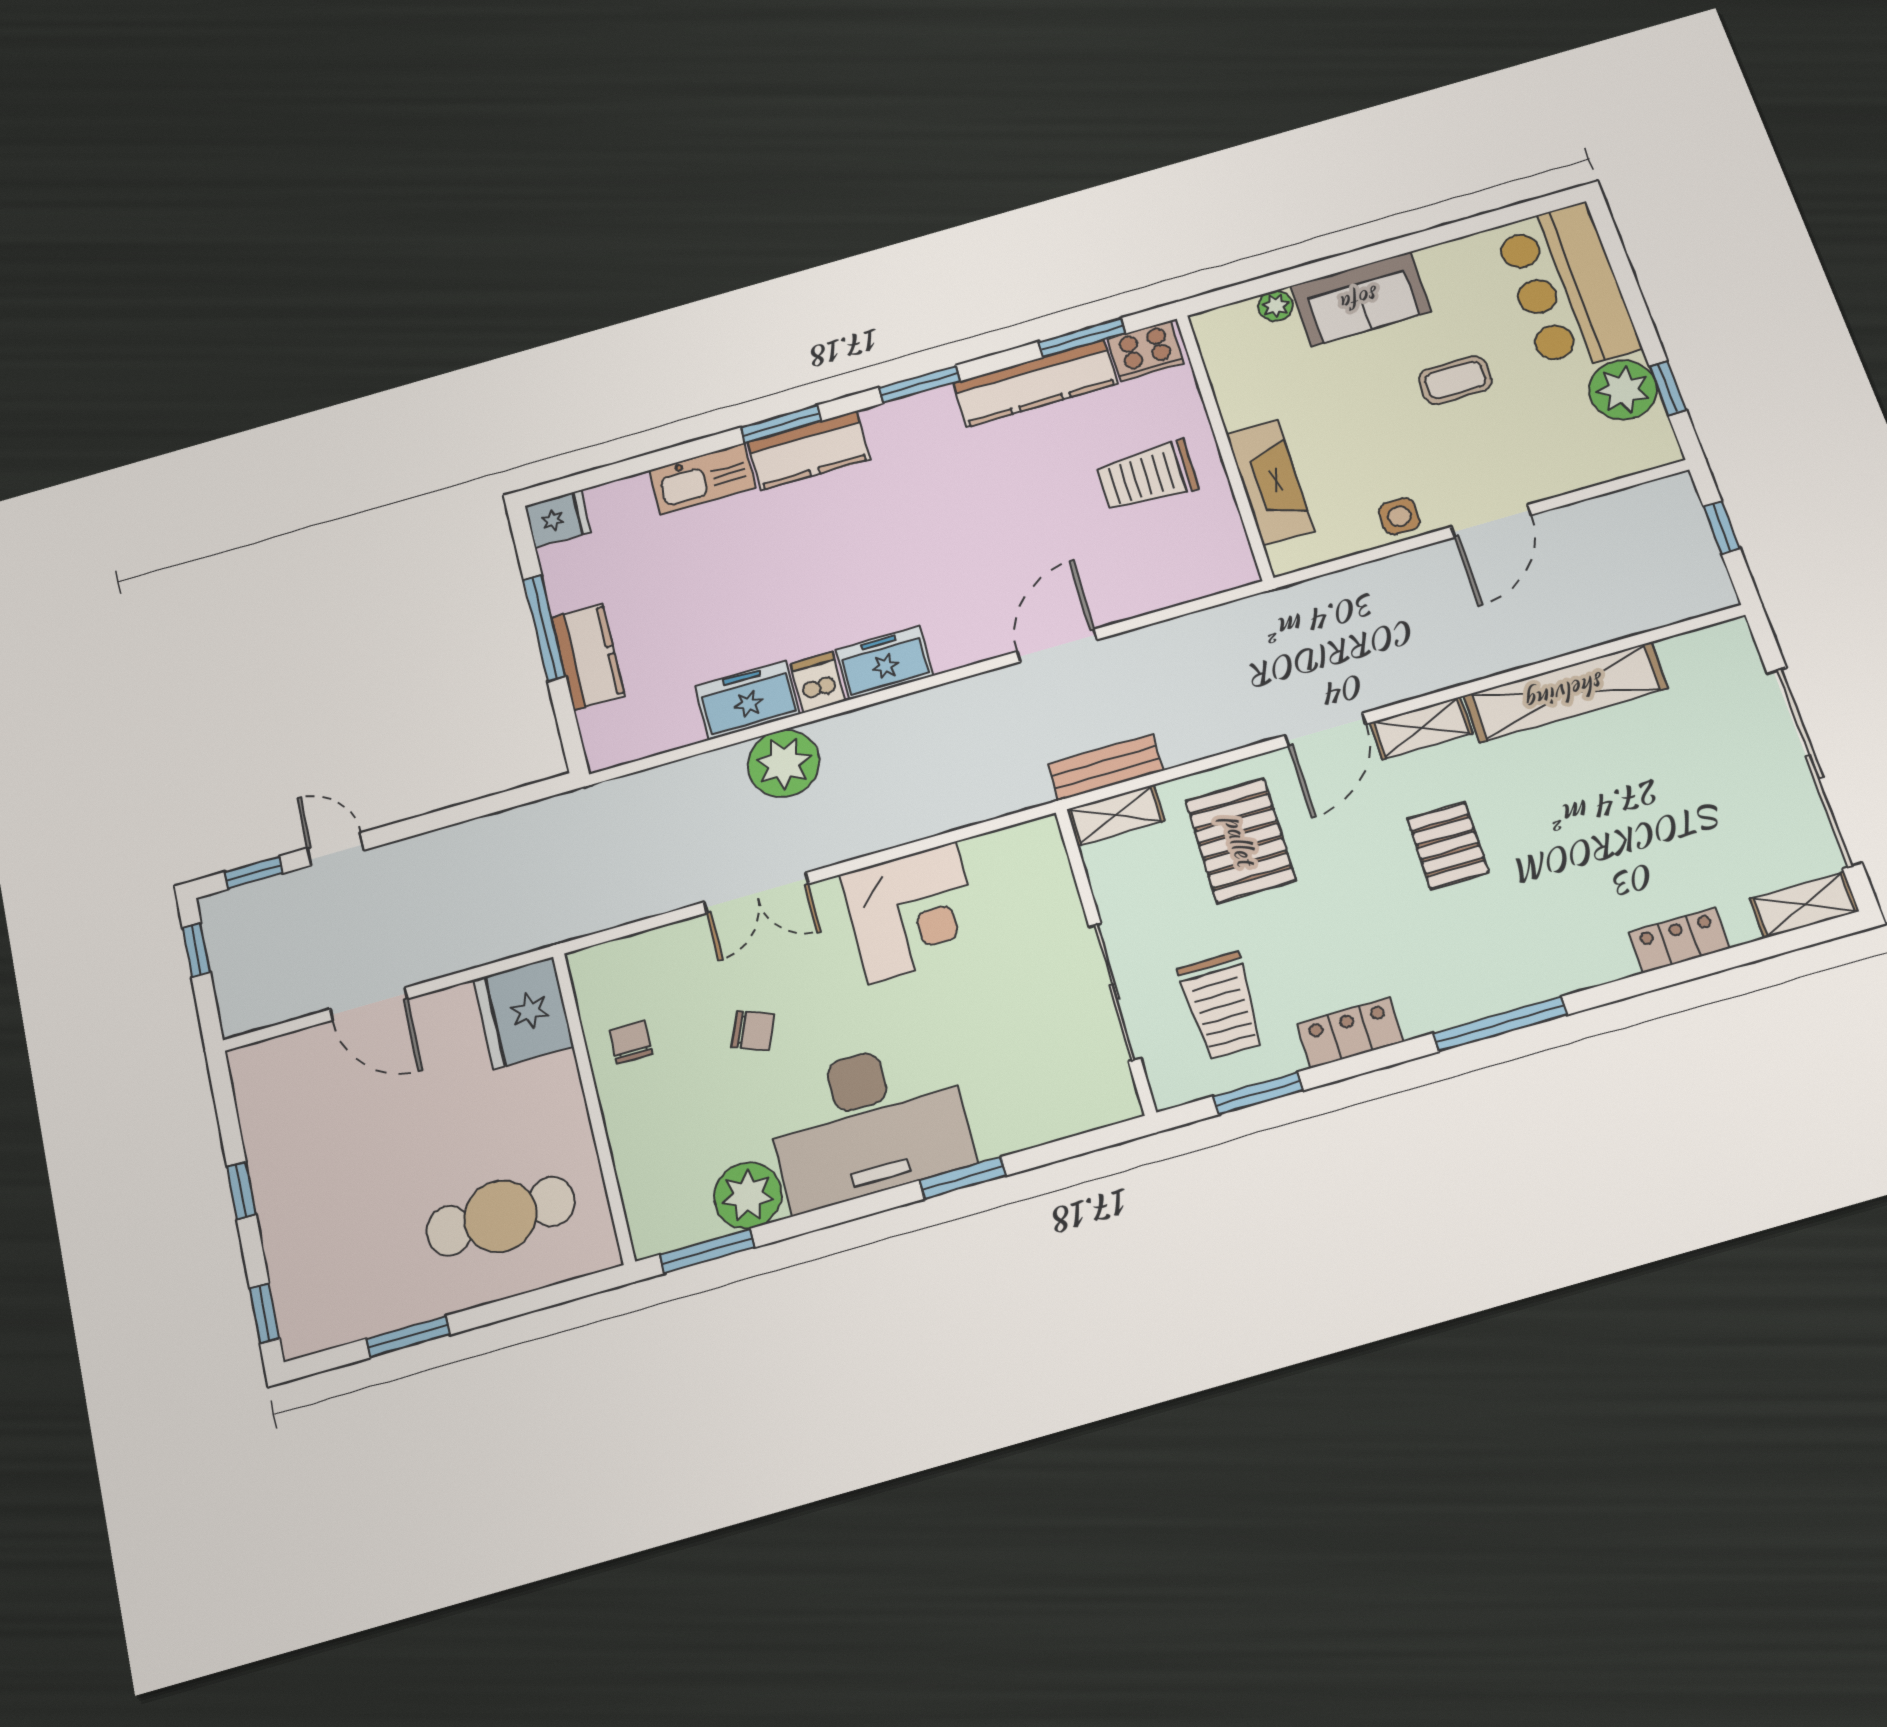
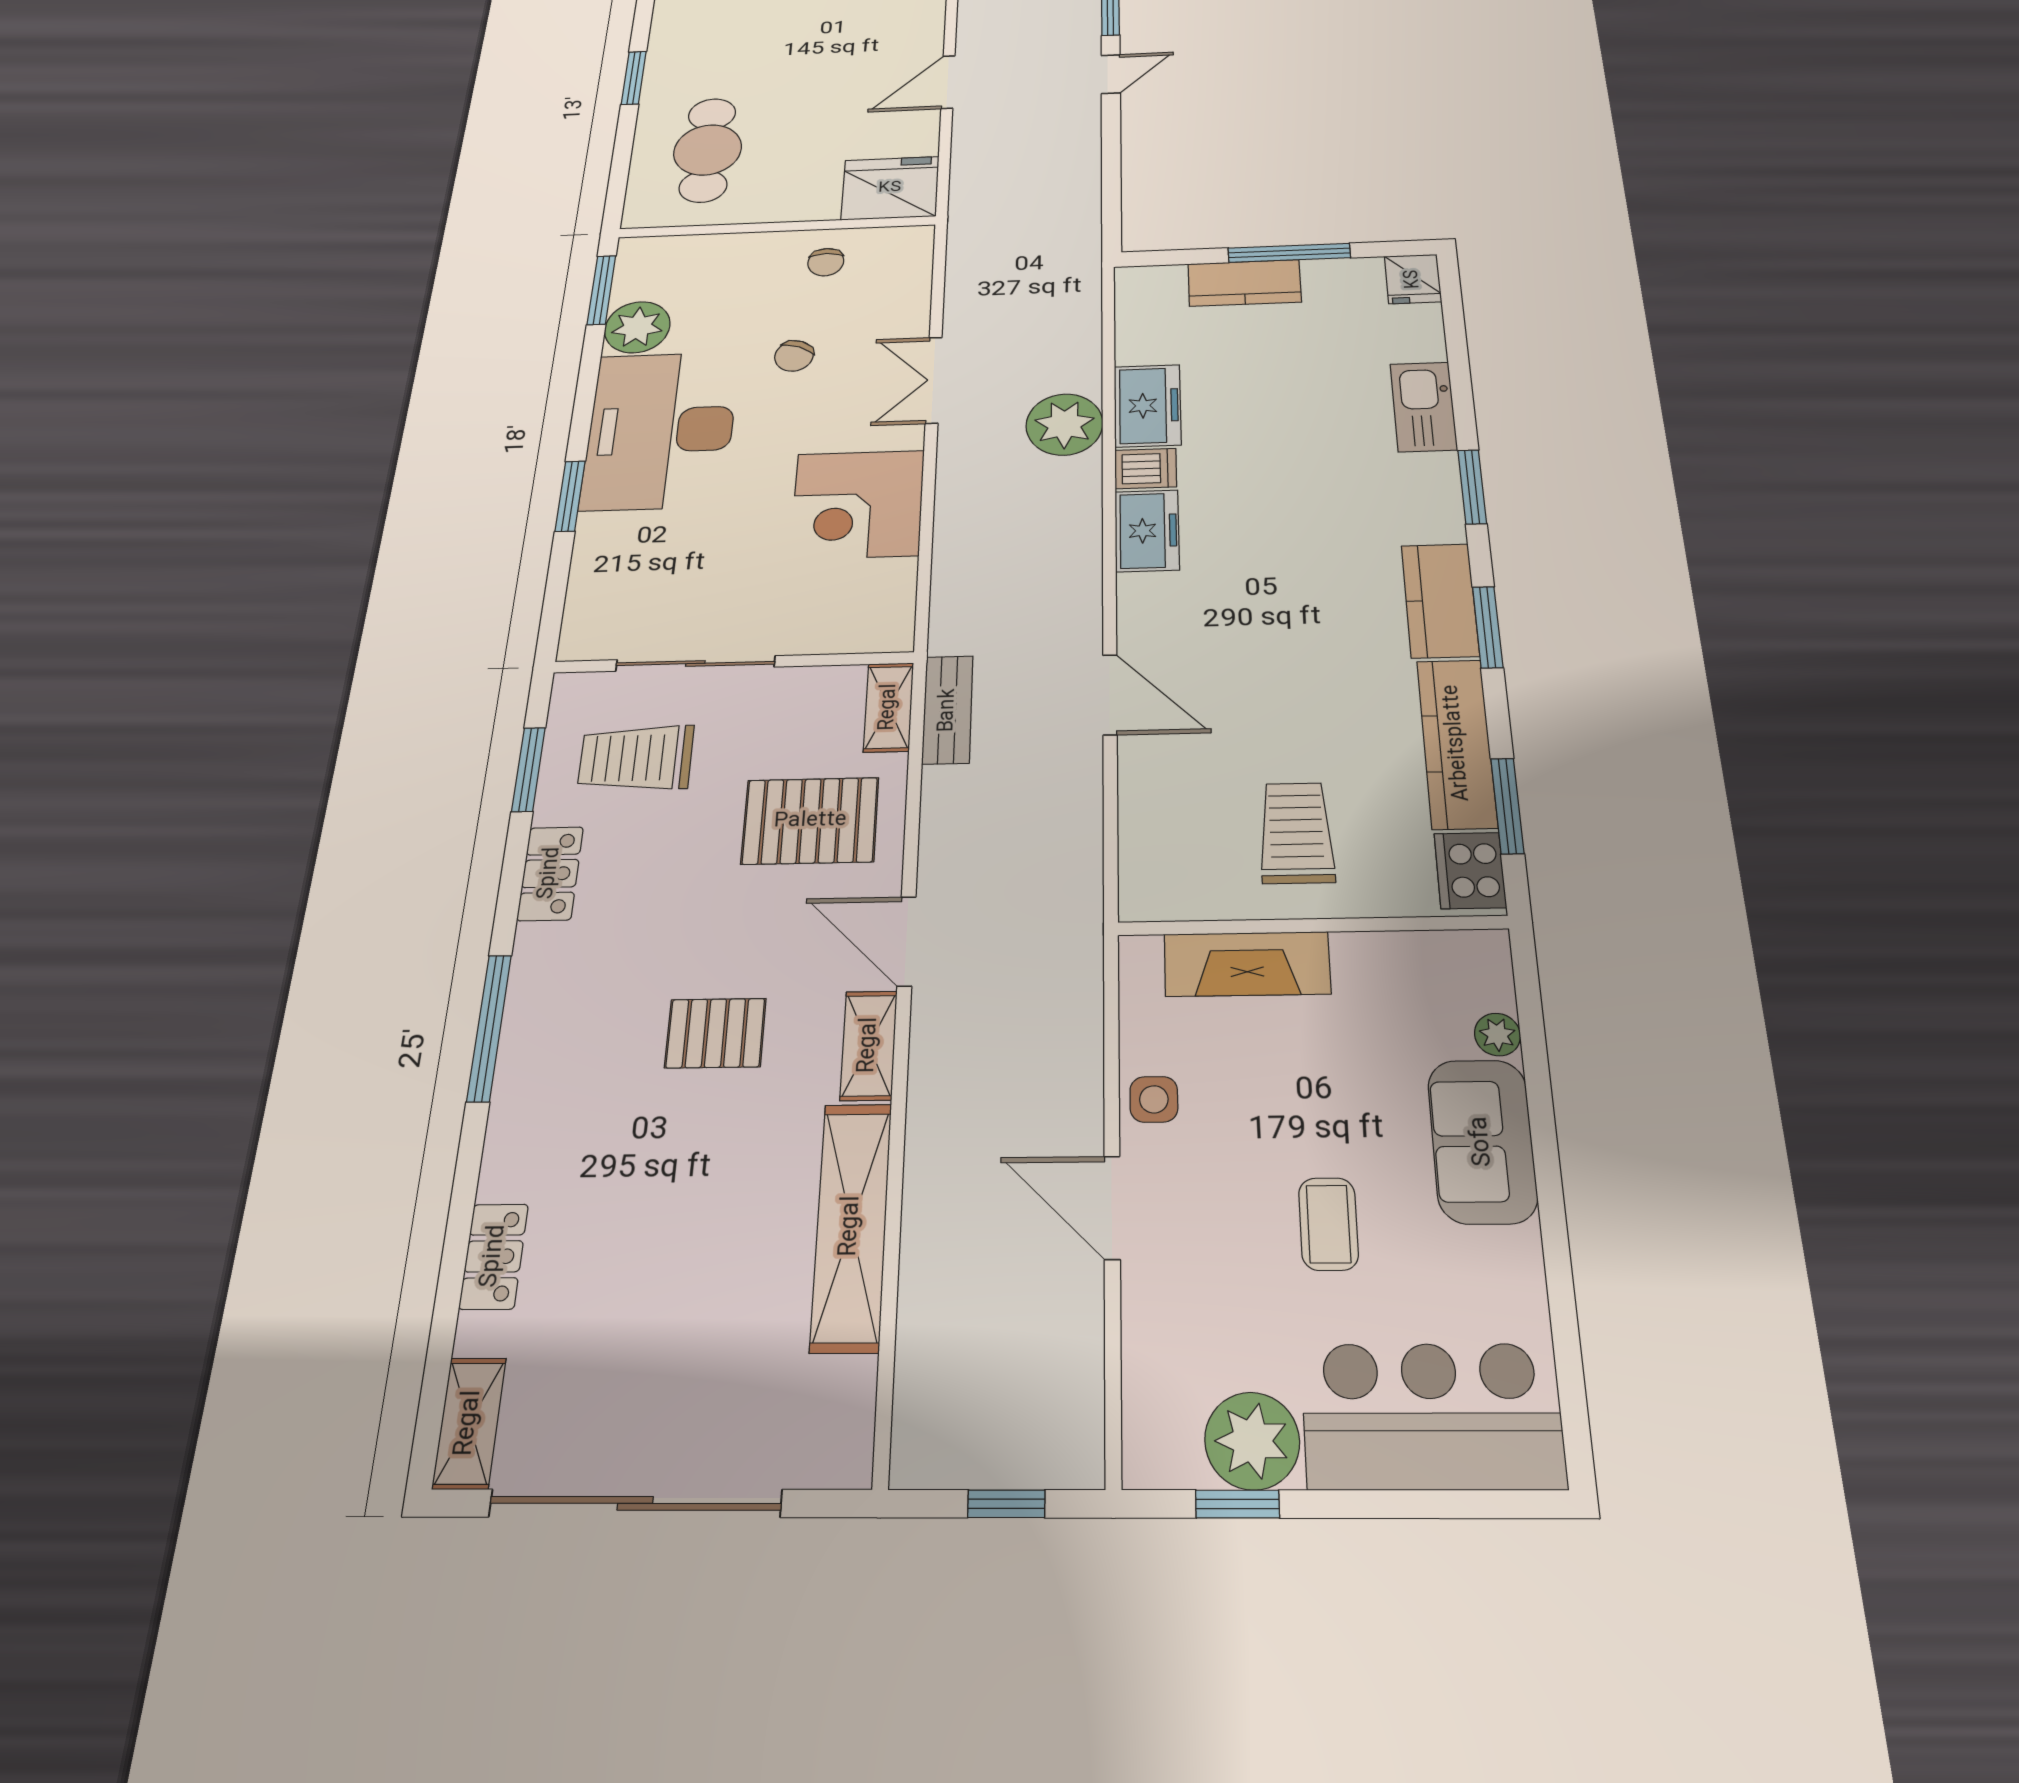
kitchen counter: (809, 450) -> (1440, 600), moved
chair: (631, 1042) -> (826, 262), turned 90

